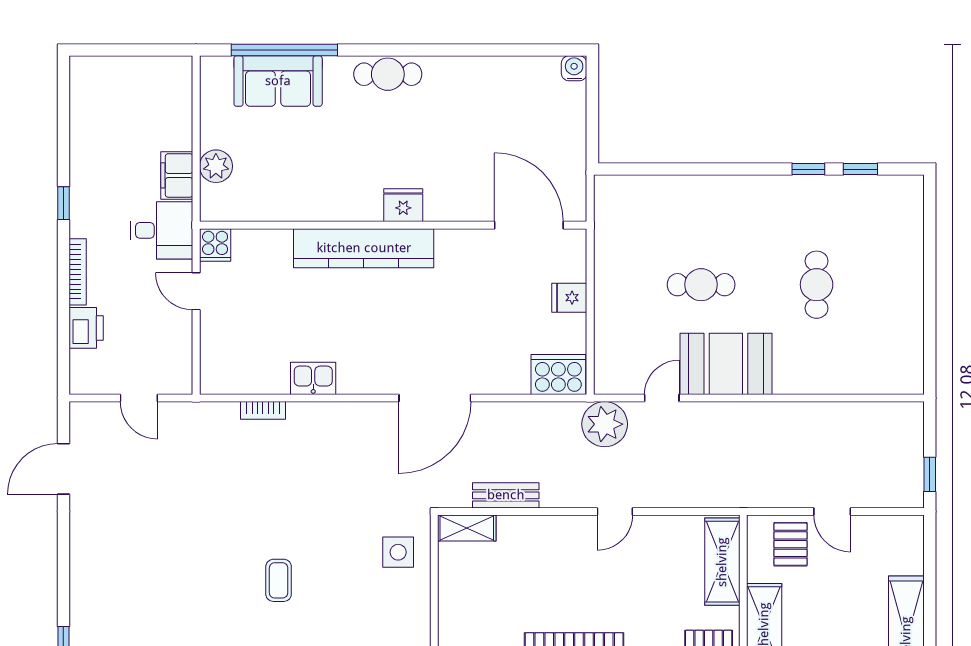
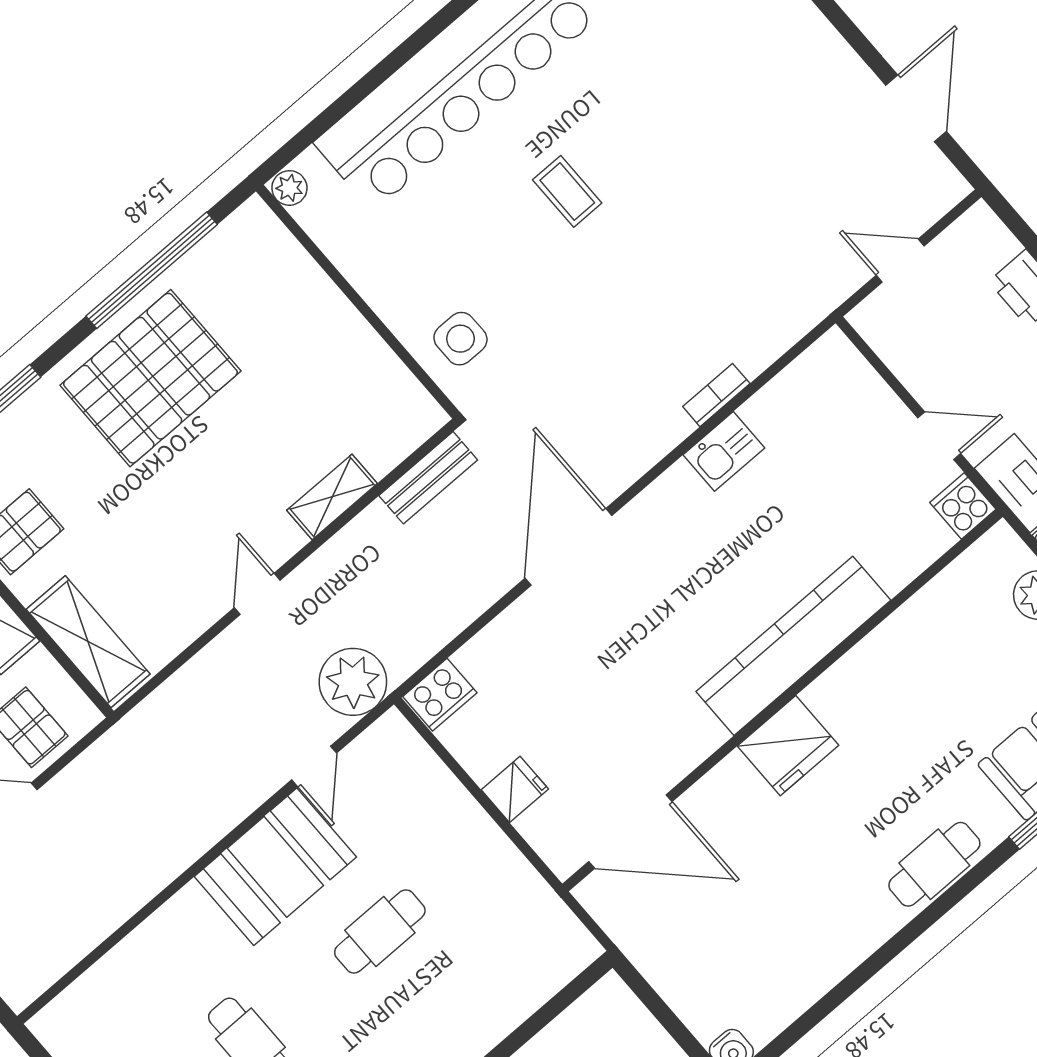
fridge: (403, 205) -> (788, 746), width x1.36, depth x1.34
cooker: (558, 374) -> (440, 695), width x0.73, depth x0.76
bookcase: (263, 410) -> (716, 395), moved
bench: (506, 495) -> (428, 478), moved
shelving: (467, 528) -> (332, 497), moved

